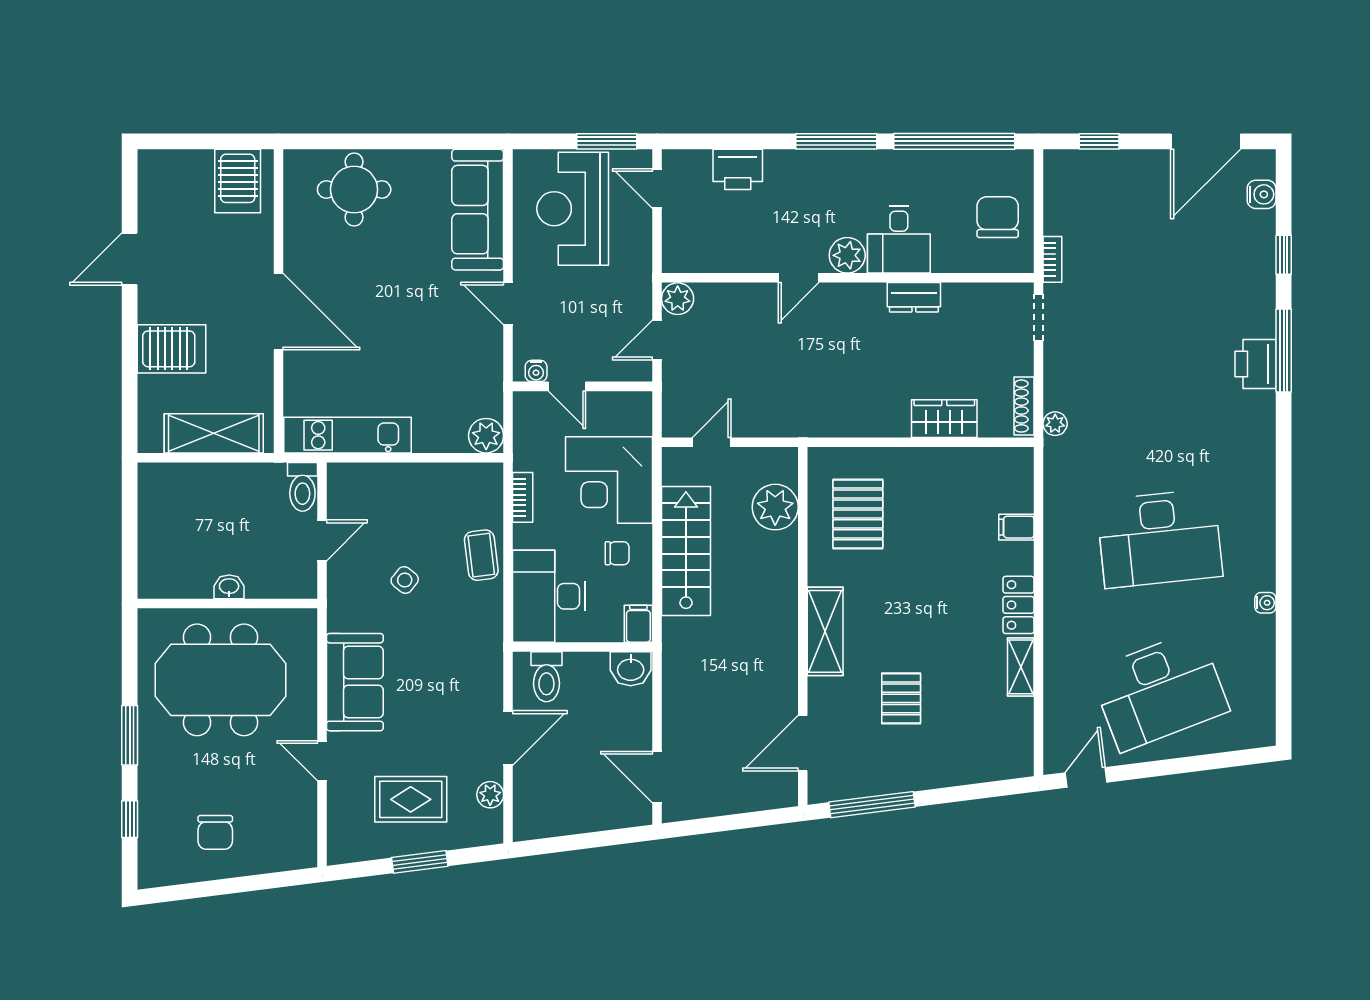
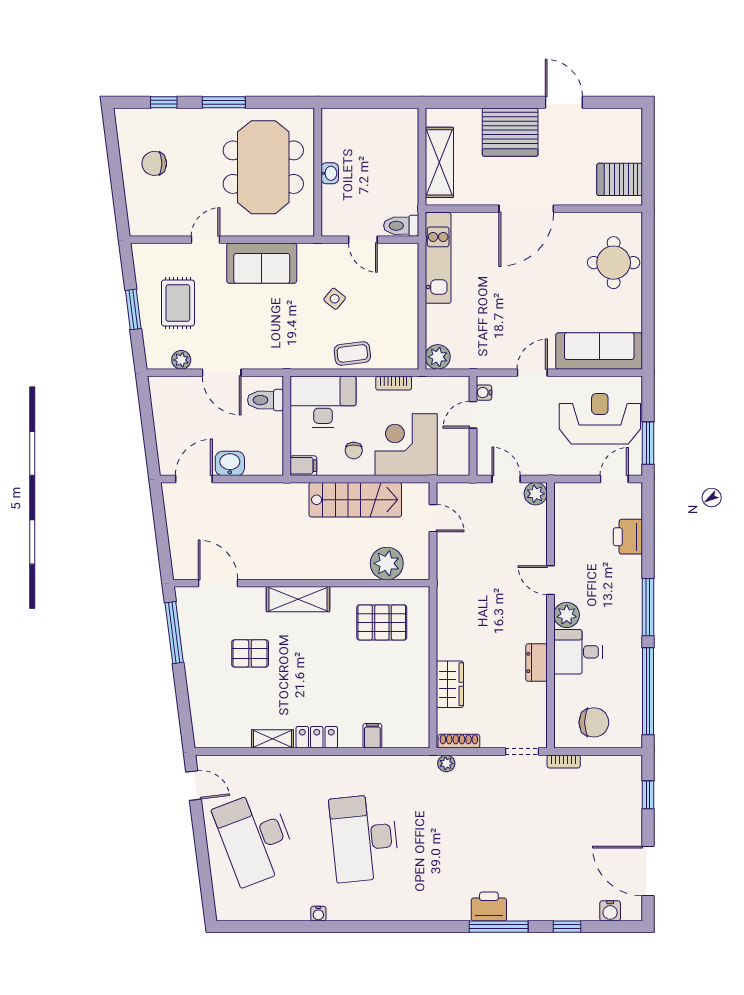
server rack: (171, 349) -> (510, 132), width x1.60
washbasin: (631, 669) -> (230, 463), moved, turned 90

